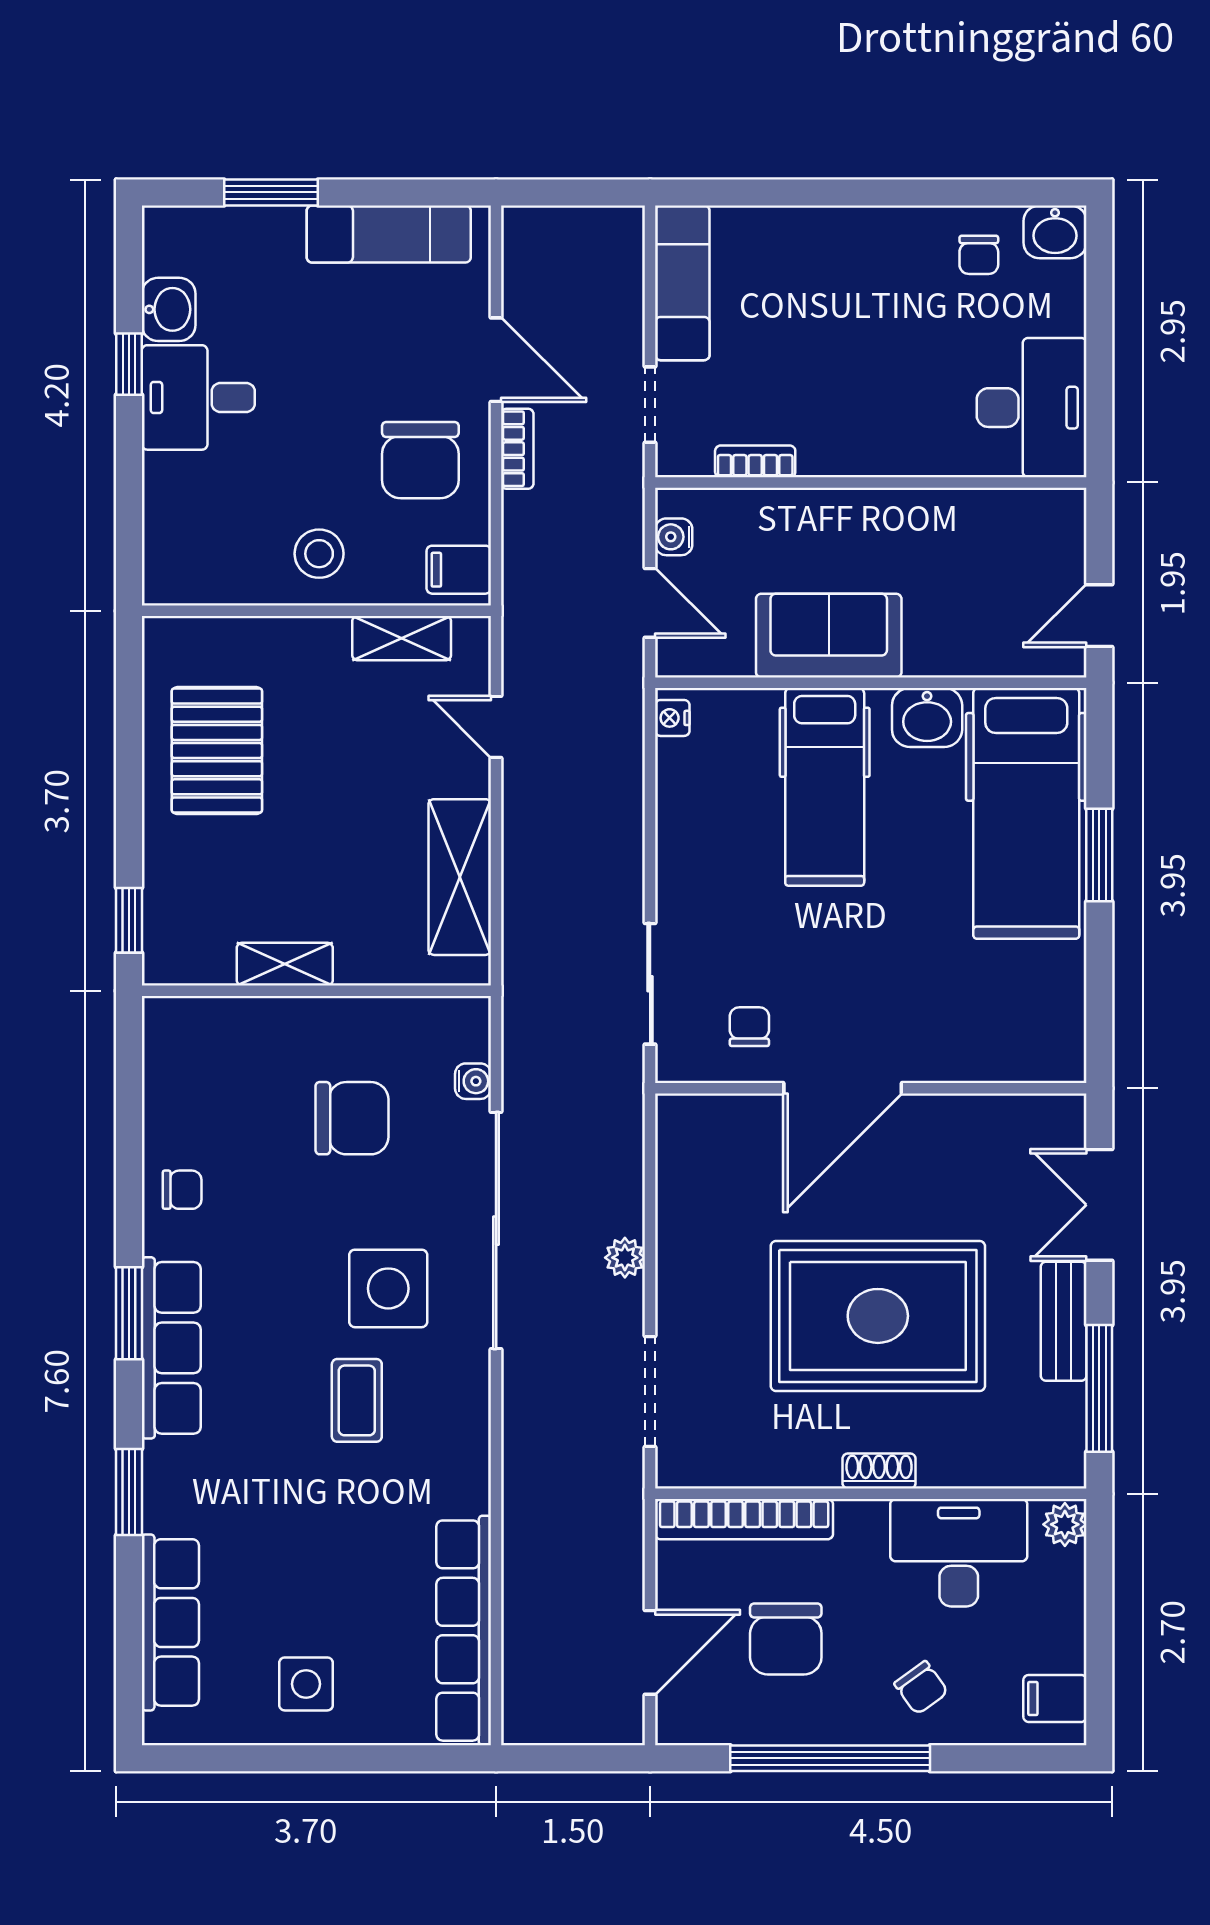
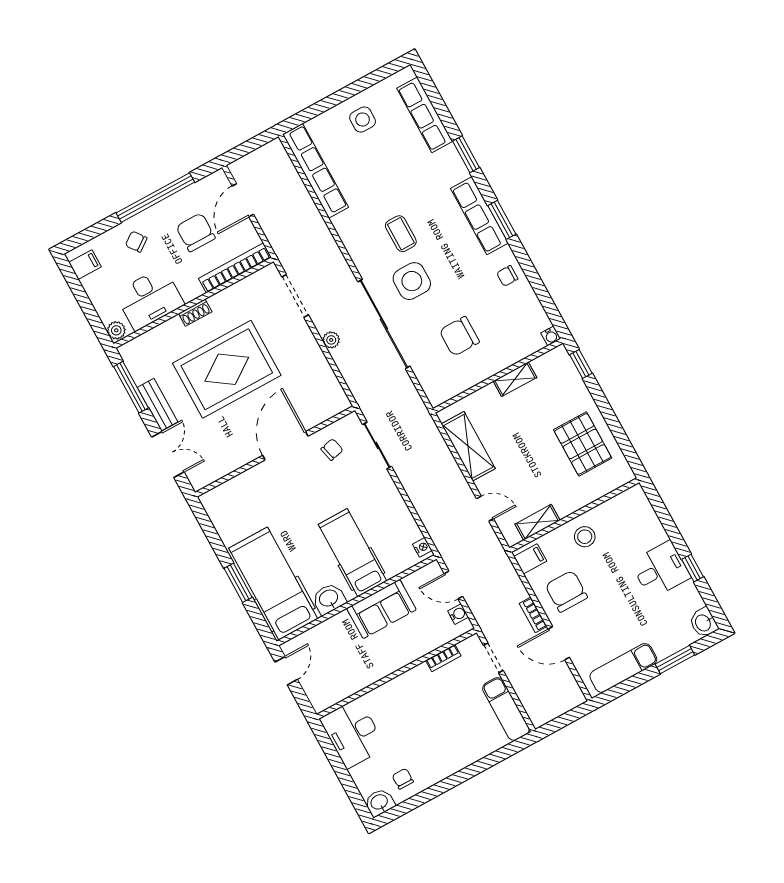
washbasin: (169, 309) -> (704, 623), moved
chair: (749, 1027) -> (332, 450), turned -103
water cooler: (473, 1081) -> (551, 336), moved, turned -90

